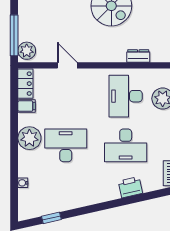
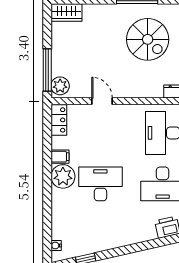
filing cabinet: (27, 106) -> (60, 157), moved
water cooler: (23, 183) -> (56, 246), moved

